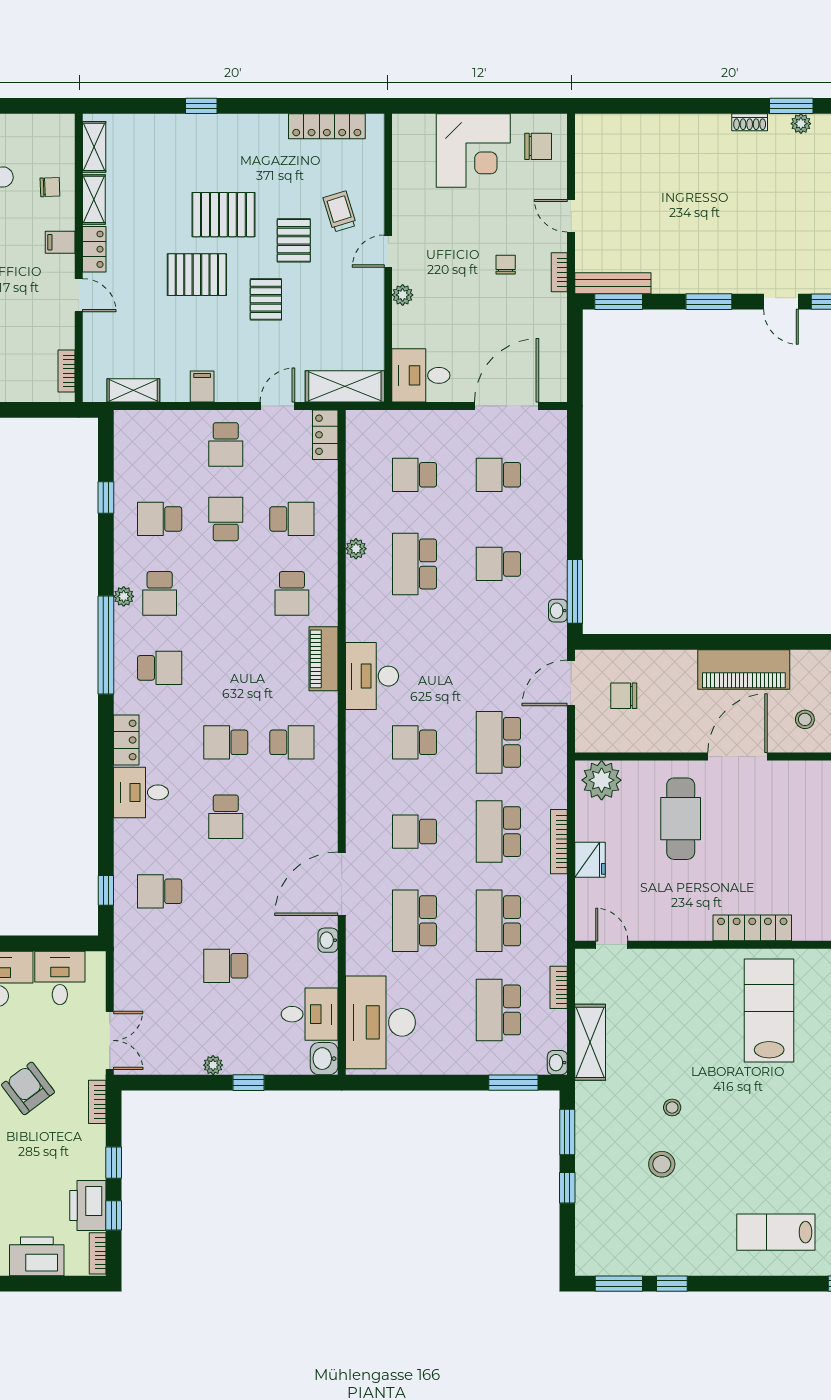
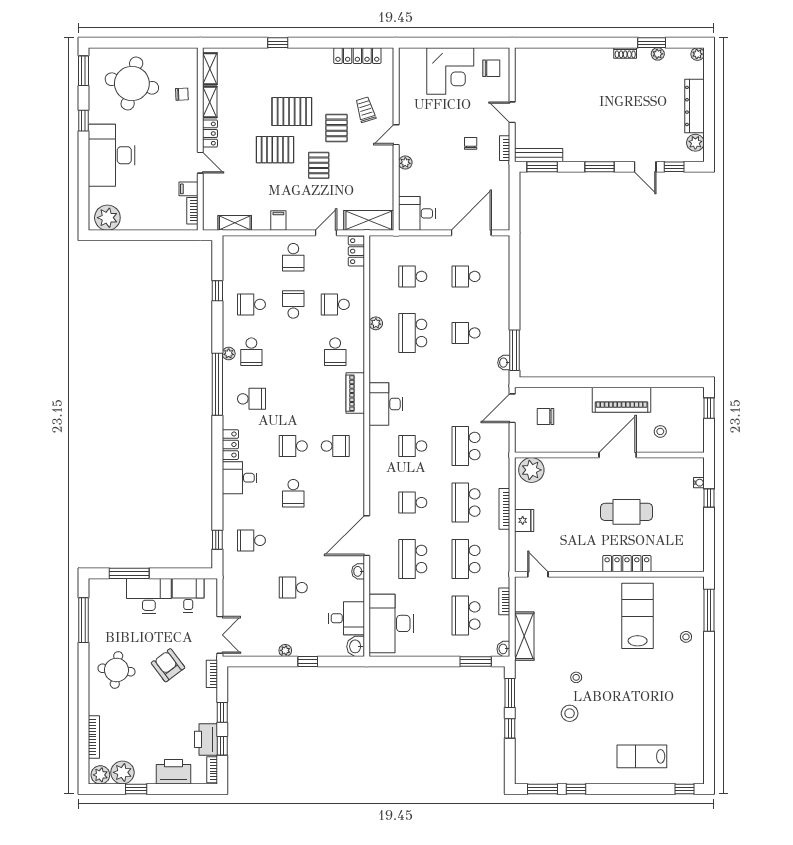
filing cabinet: (60, 242) -> (188, 189), moved
school desk: (292, 519) -> (335, 304), turned 180
cafe table: (681, 819) -> (627, 512), moved, turned 90

